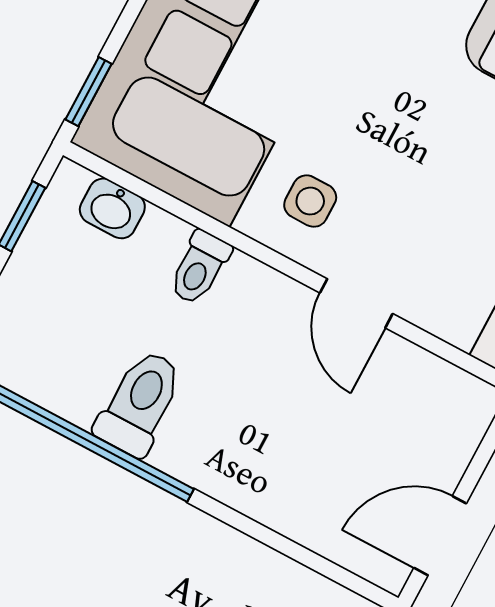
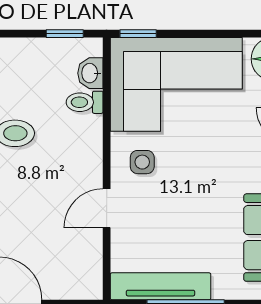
toilet: (200, 268) -> (85, 102), moved

